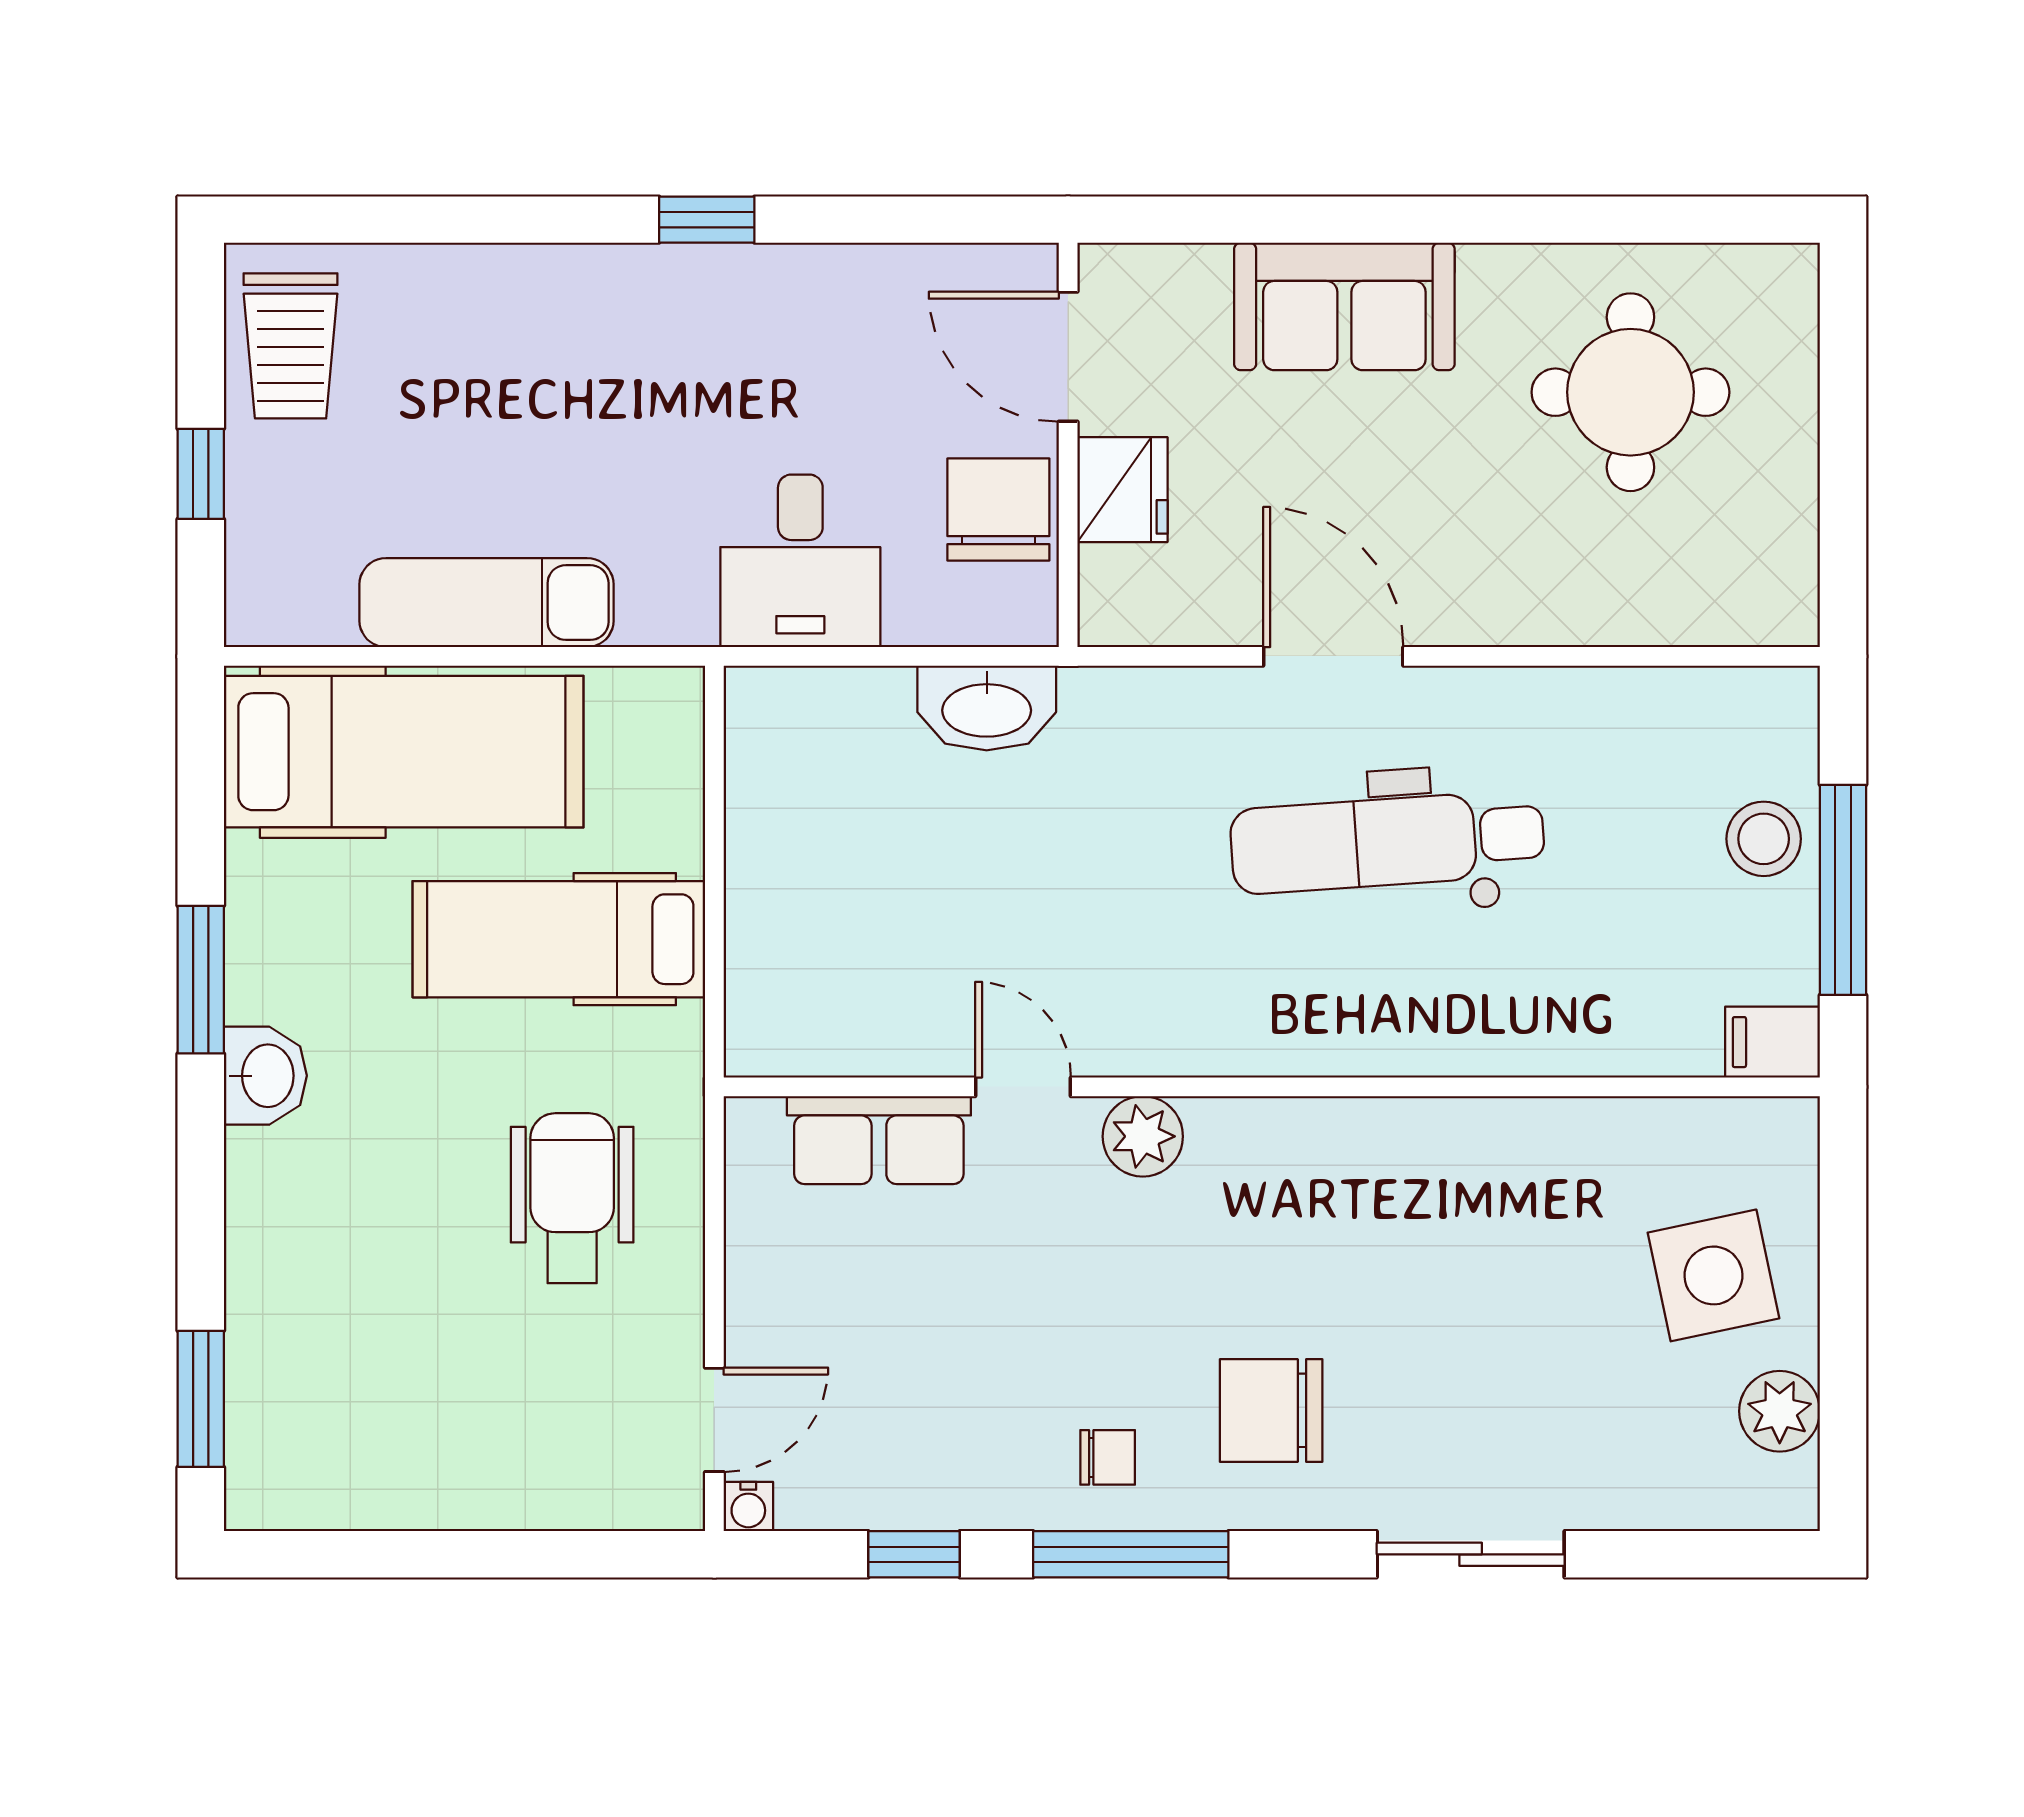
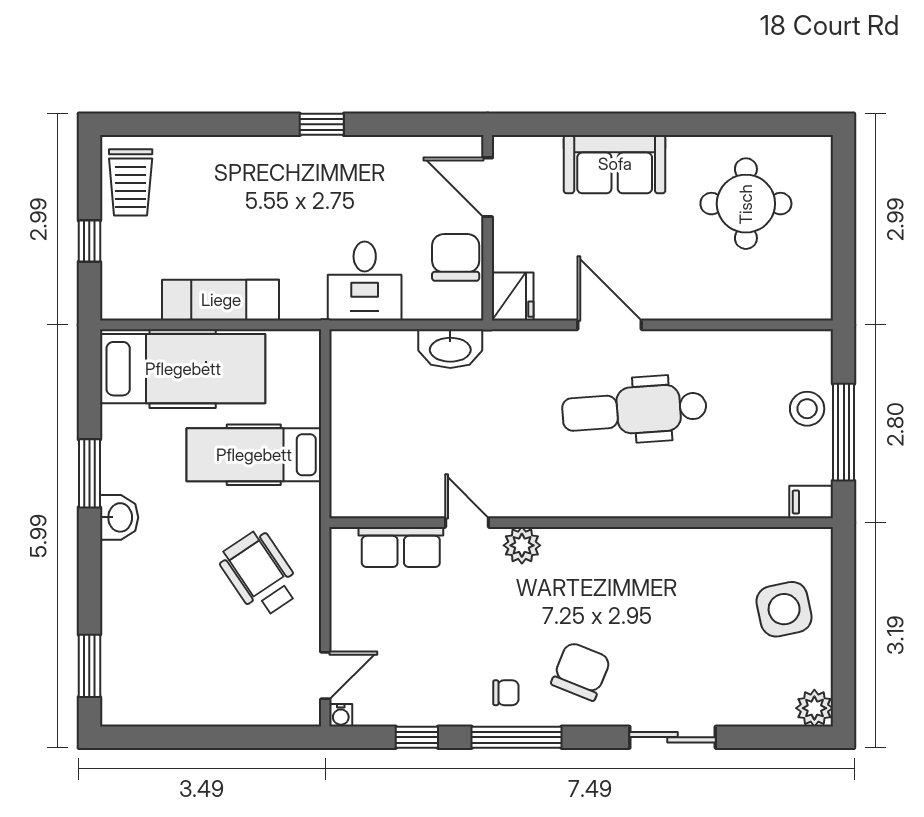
fridge: (1122, 490) -> (513, 297), moved
wheelchair: (572, 1198) -> (260, 574), turned -34
chair: (1271, 1410) -> (581, 671), turned 112
plant: (1780, 1411) -> (814, 708), moved

